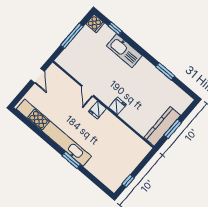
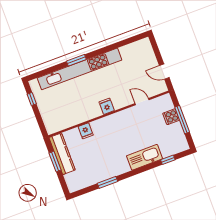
cooker: (95, 23) -> (171, 117), moved
door: (88, 91) -> (142, 102), moved
fridge: (117, 106) -> (86, 131), moved
kitchen unit: (54, 133) -> (80, 69), moved

